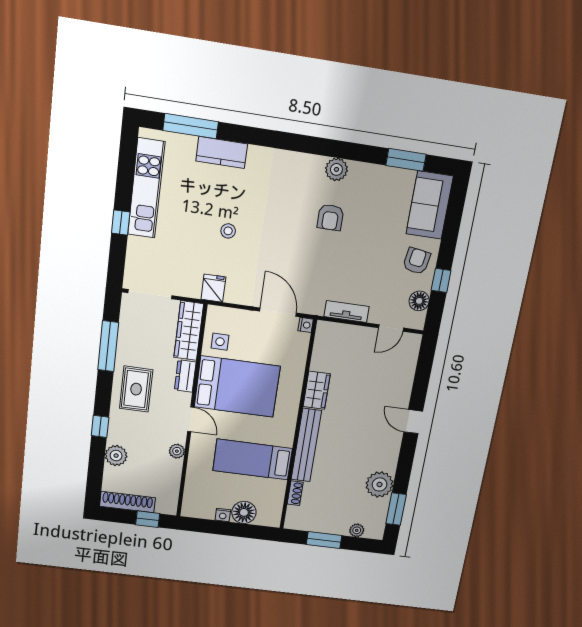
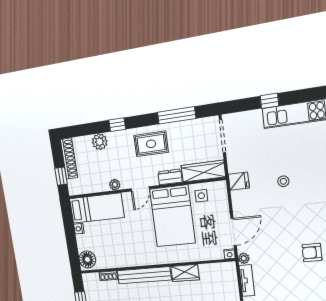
plant: (316, 308) -> (244, 258), added
bed: (253, 460) -> (97, 208), moved, turned 90
floor lamp: (244, 512) -> (87, 259), moved

